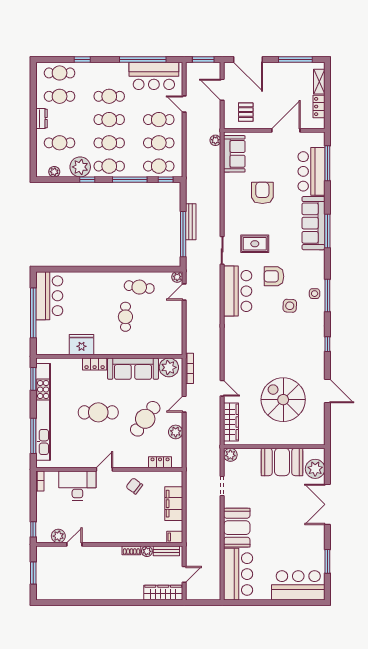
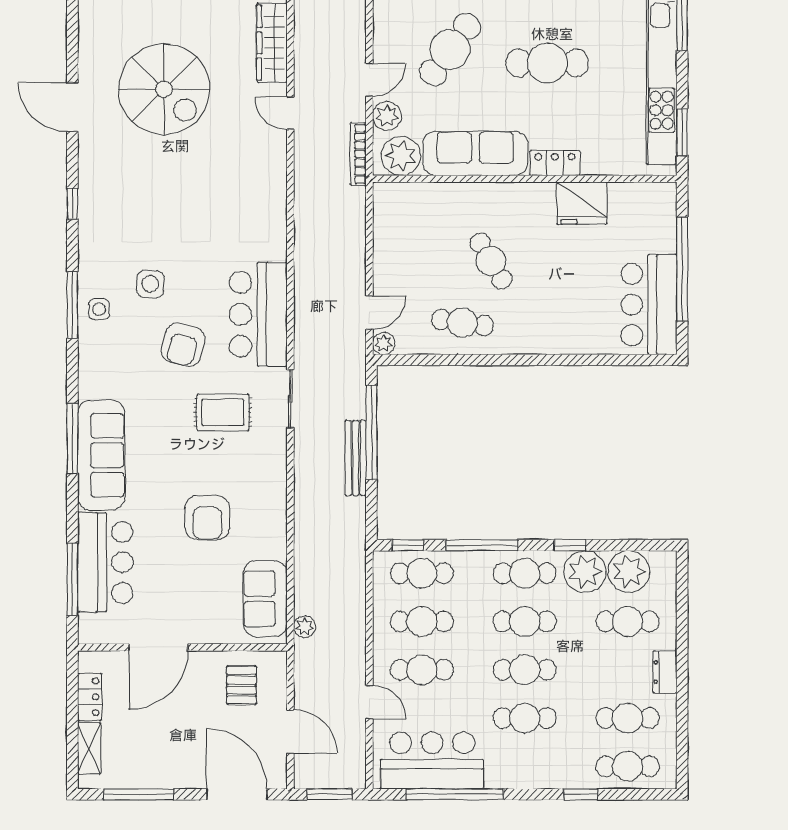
plant: (54, 172) -> (629, 571), width x1.88, depth x1.88
armchair: (274, 276) -> (183, 345), turned 105
cafe table: (125, 317) -> (491, 261), turned -31
plant: (176, 432) -> (387, 116), moved

